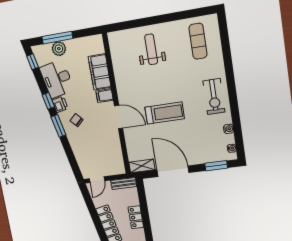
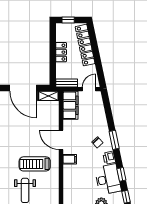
filing cabinet: (100, 72) -> (70, 105), moved
window: (48, 101) -> (121, 174), moved
treadmill: (165, 113) -> (35, 164), moved

